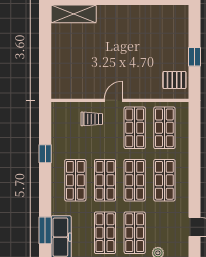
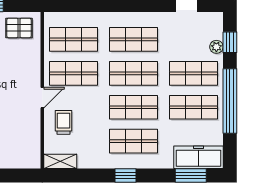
pallet: (174, 80) -> (19, 28), turned 90
door: (113, 100) -> (42, 98), swing flipped
shelving: (58, 116) -> (60, 161), added
window: (45, 154) -> (126, 176), moved

